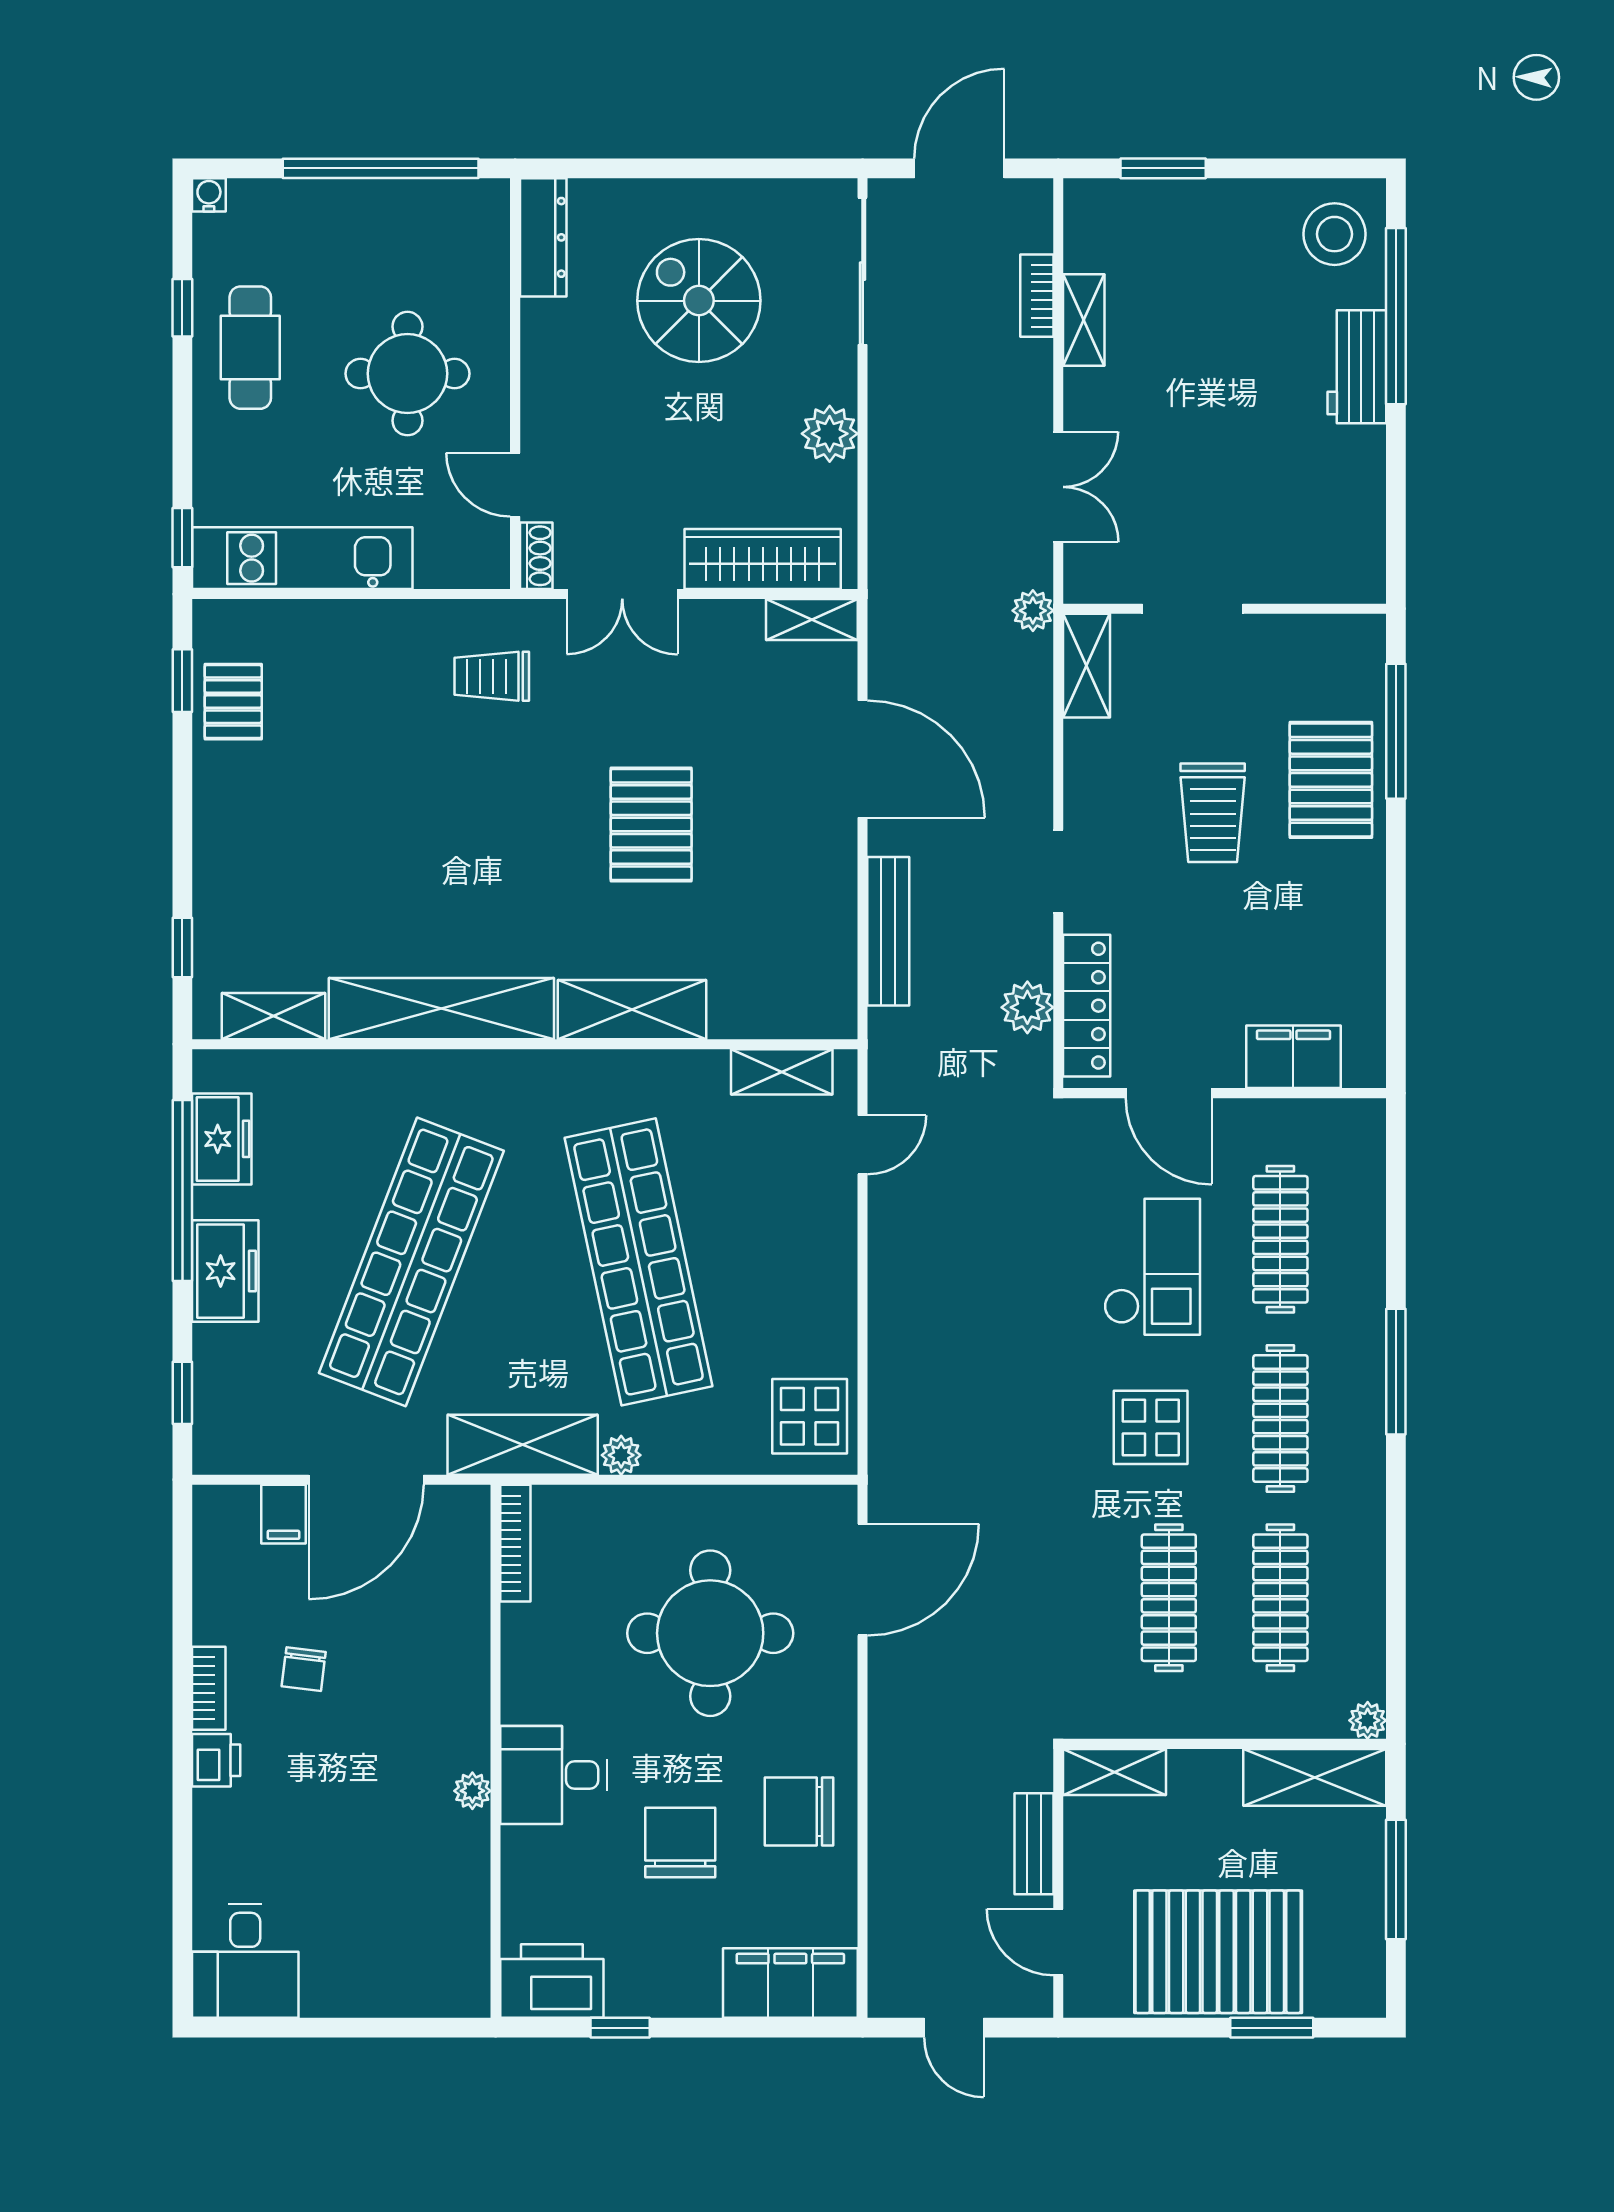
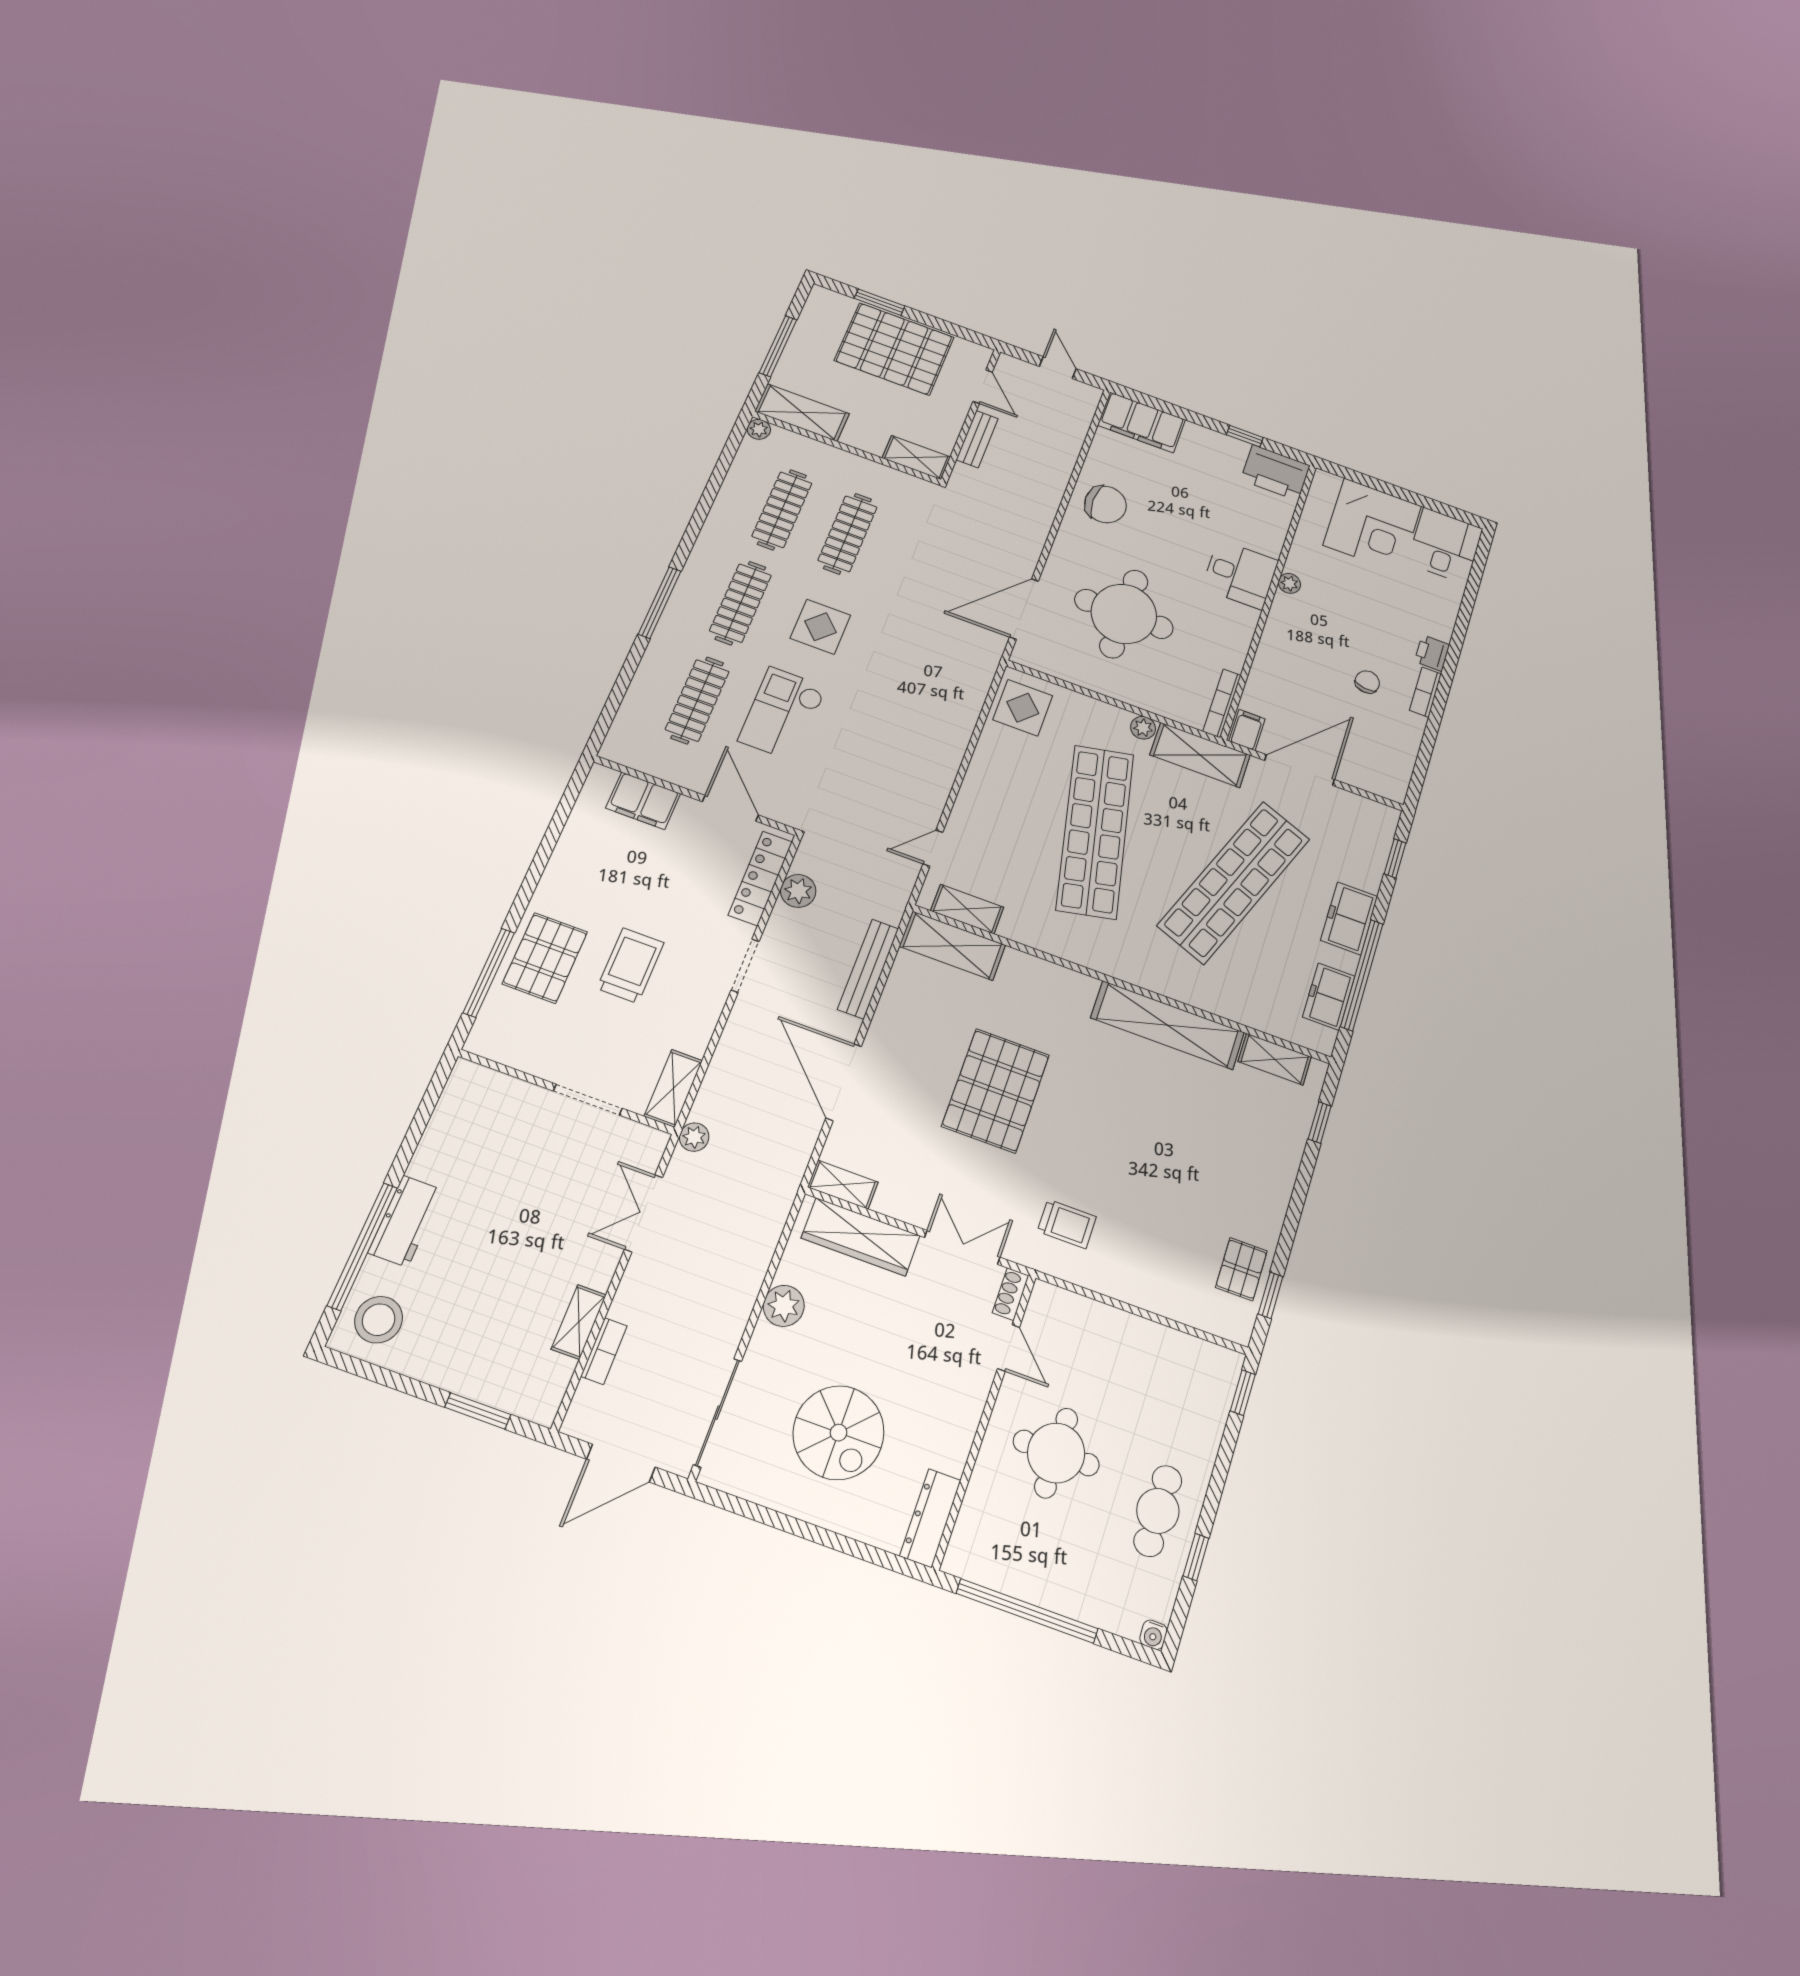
kitchen unit: (302, 558) -> (1167, 1349), removed
pallet: (651, 825) -> (996, 1090), width x1.37, depth x1.41
shelving: (632, 1010) -> (952, 946), moved
filing cabinet: (283, 1514) -> (1247, 730), moved
chair: (680, 1842) -> (1179, 514), removed
corner desk: (371, 1949) -> (1372, 526), added

